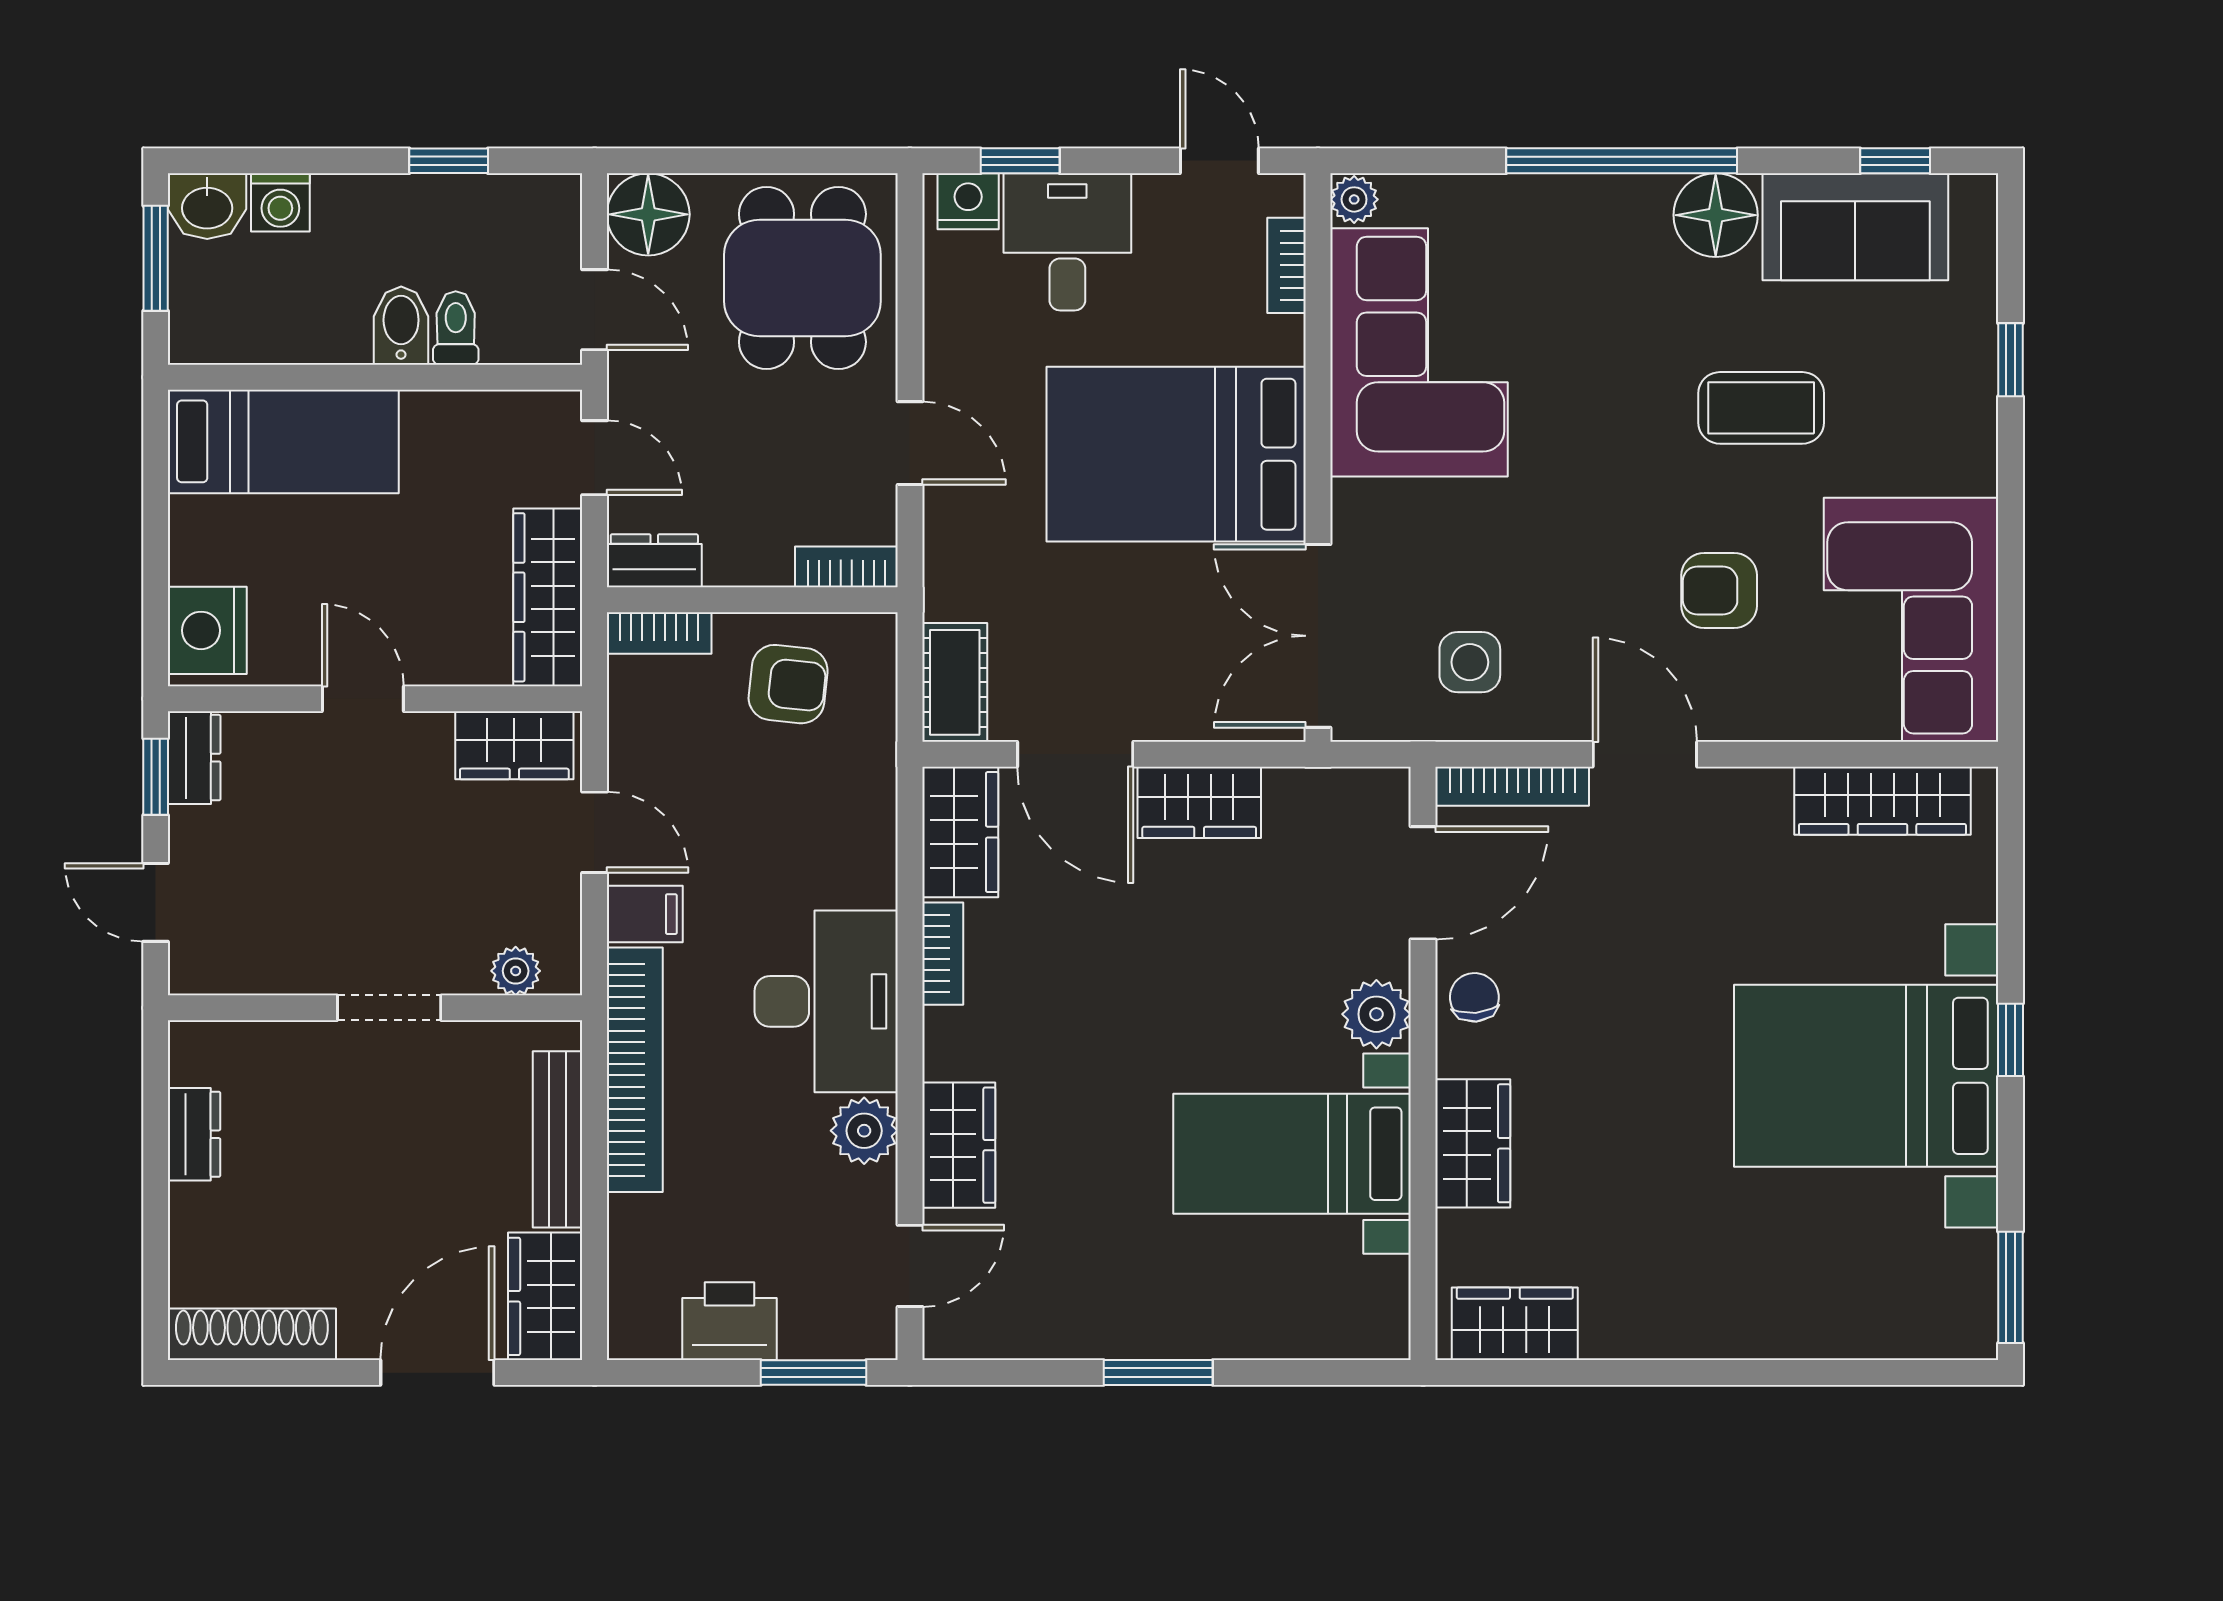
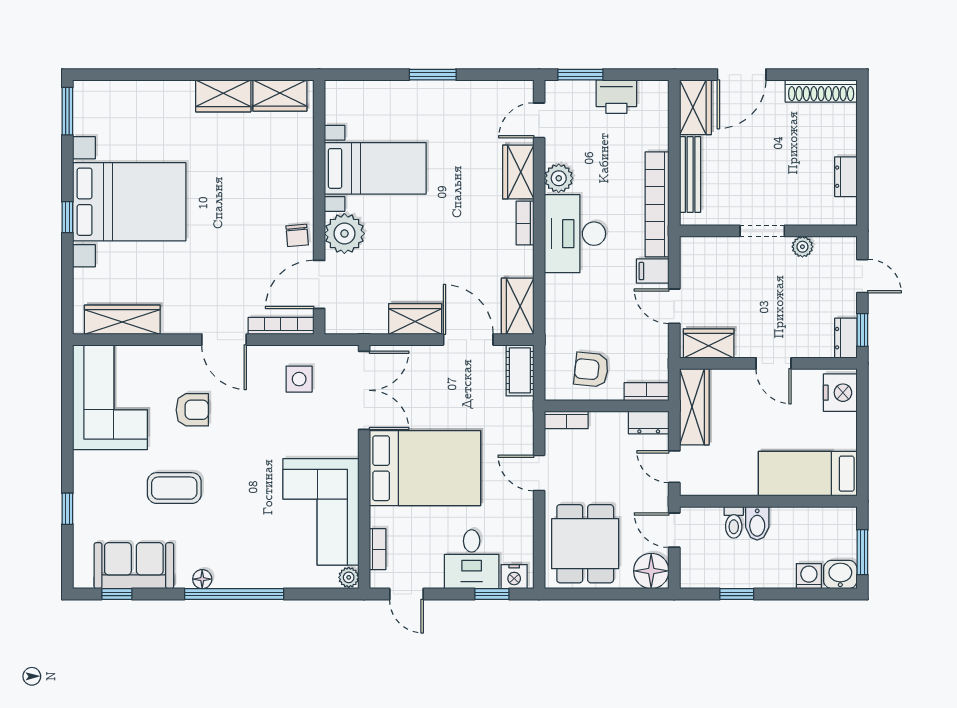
floor lamp: (1716, 215) -> (202, 579), width x0.53, depth x0.53
bookcase: (943, 954) -> (525, 223), moved
plant: (516, 971) -> (802, 247), moved
plant: (1376, 1014) -> (344, 234), width x1.36, depth x1.36
wardrobe: (1473, 1143) -> (223, 96), moved, turned -90

